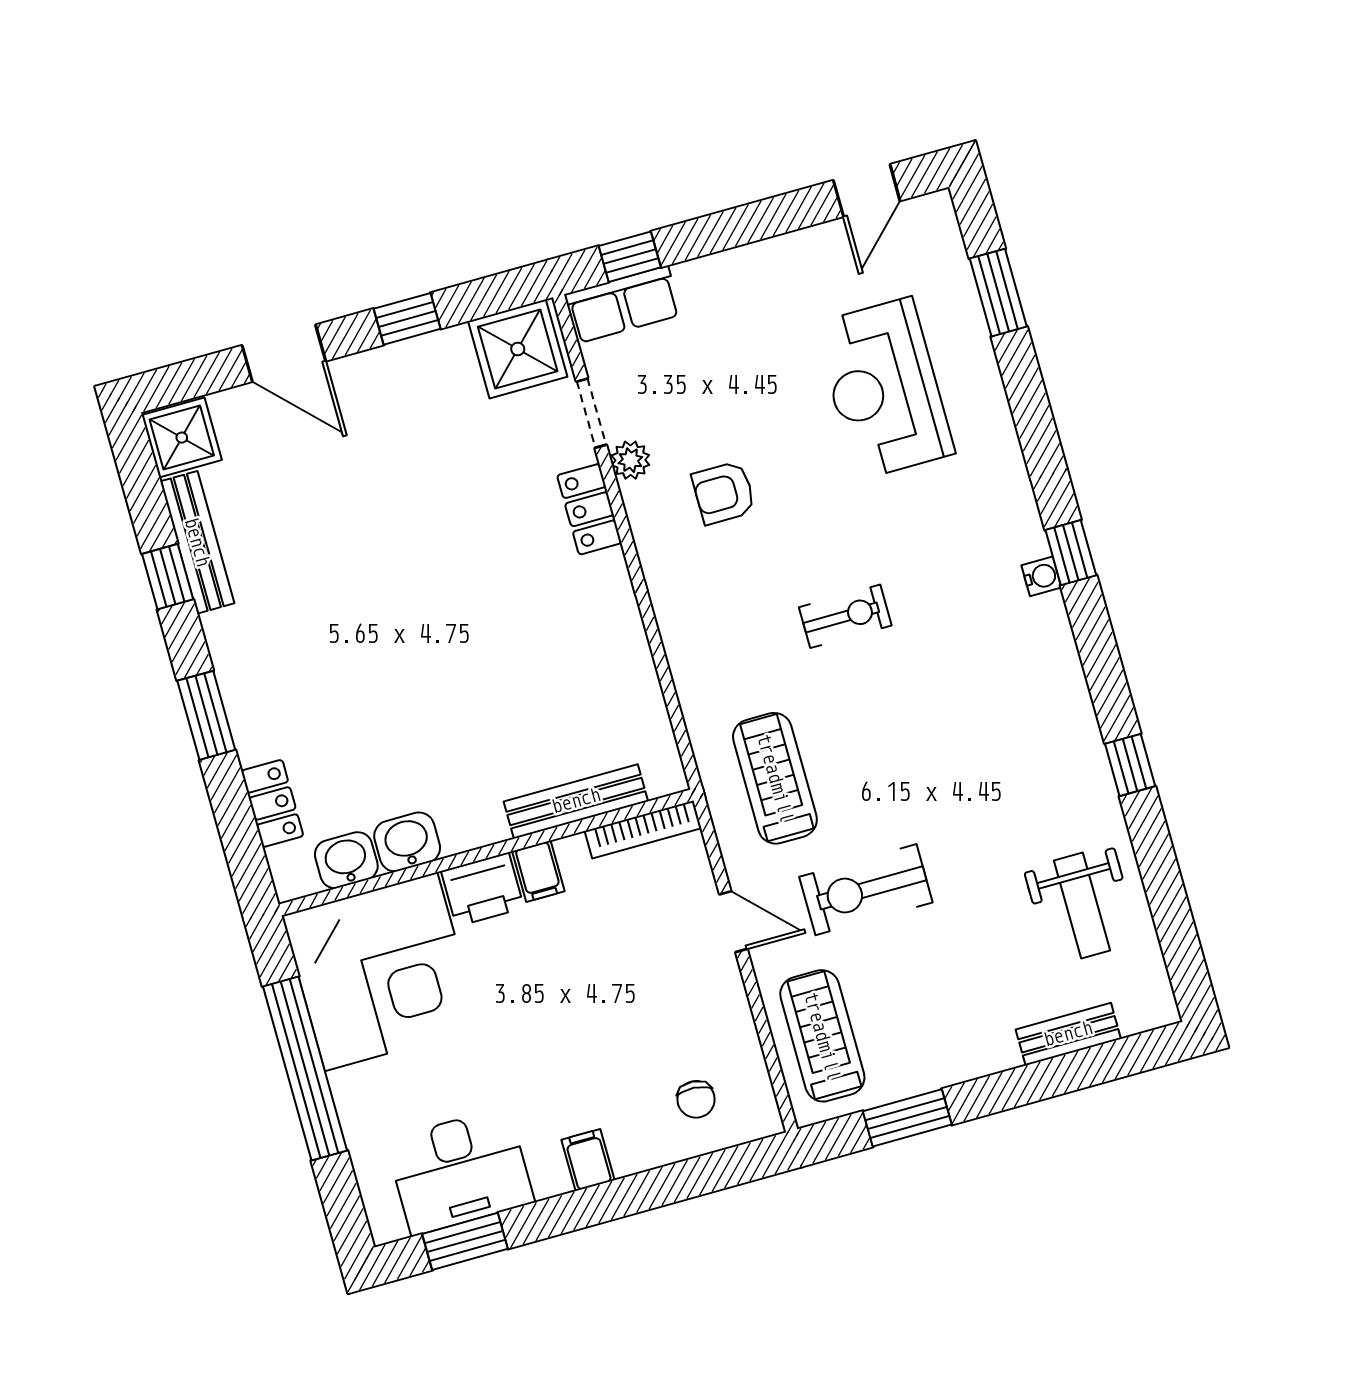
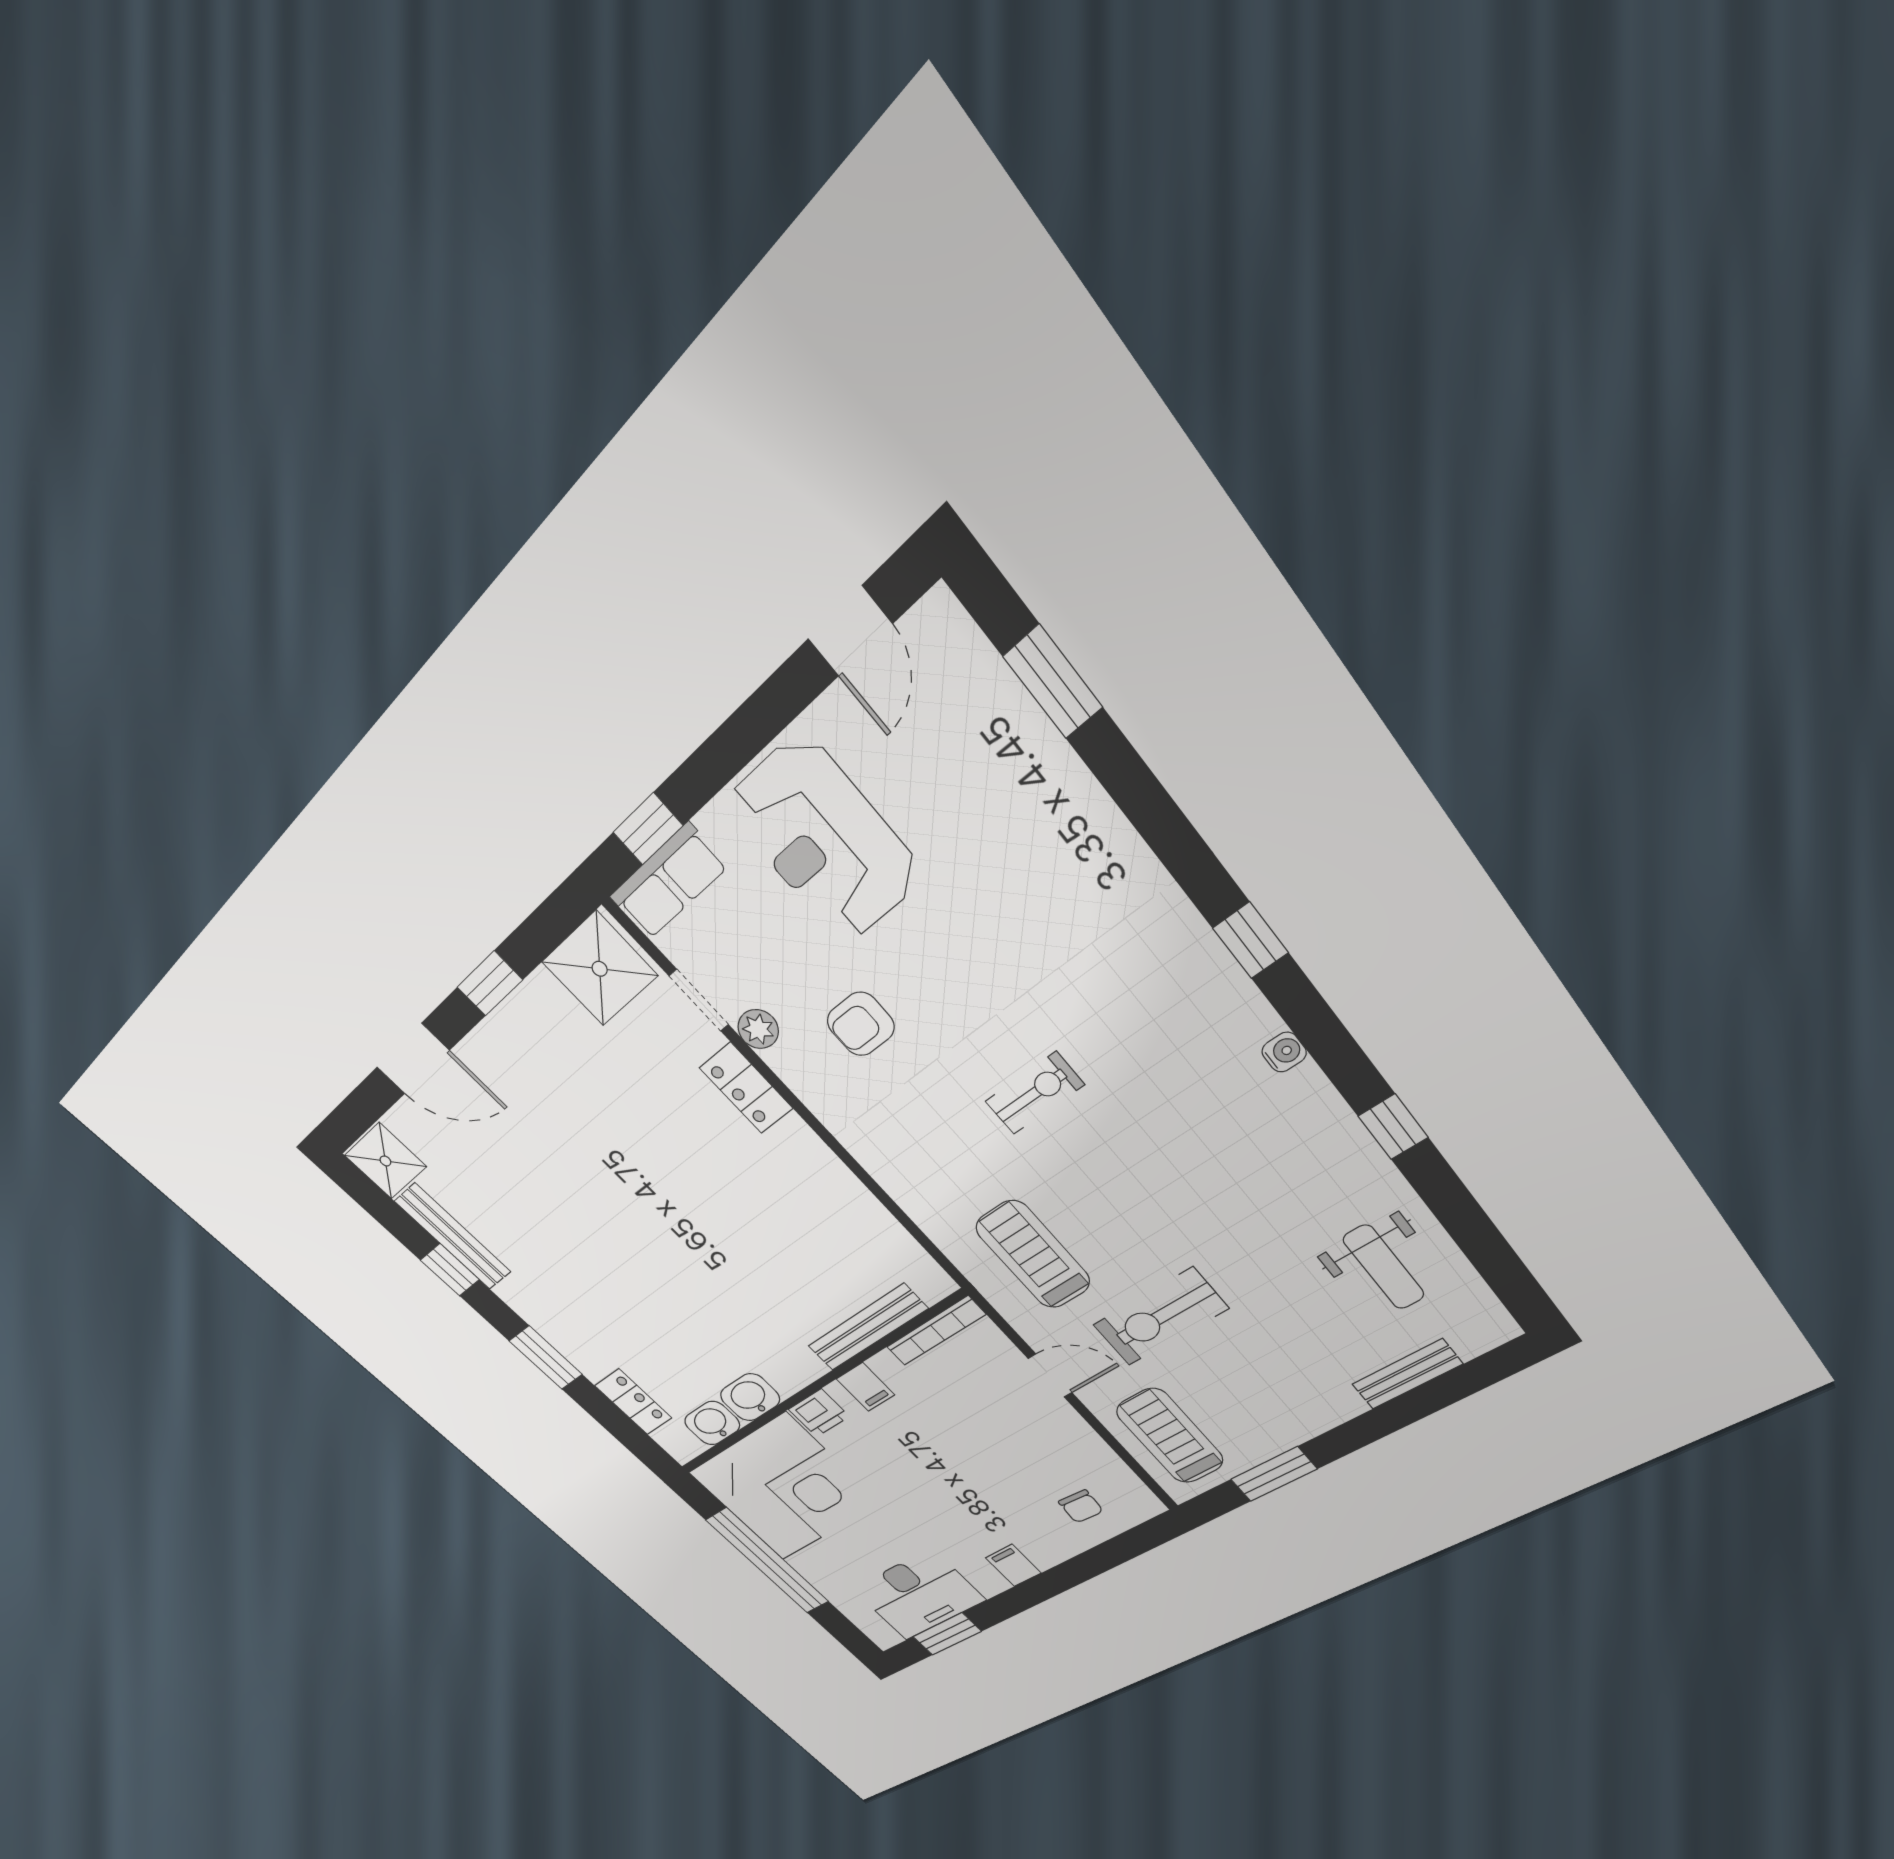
reception desk: (884, 389) -> (824, 840), moved
water cooler: (1041, 576) -> (1284, 1052), moved
printer: (482, 889) -> (819, 1413), width x0.73, depth x0.81

